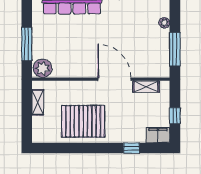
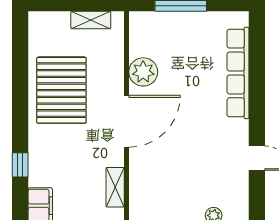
plant: (43, 68) -> (143, 72), moved
door: (115, 79) -> (126, 121), moved

